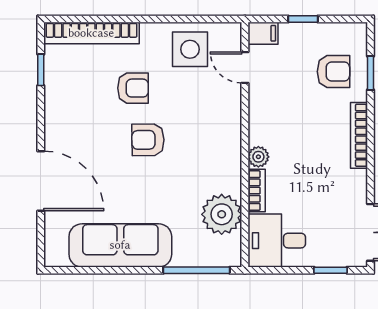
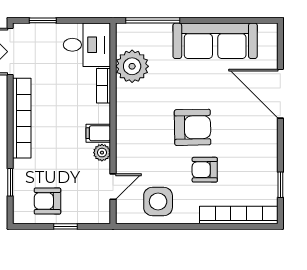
filing cabinet: (263, 33) -> (98, 133), moved
door: (245, 67) -> (113, 187), hinge flipped
armchair: (333, 72) -> (47, 201), moved
bookcase: (359, 135) -> (22, 118), width x1.48, depth x1.31
armchair: (148, 140) -> (193, 127), width x1.38, depth x1.38
plant: (258, 157) -> (102, 153), moved

